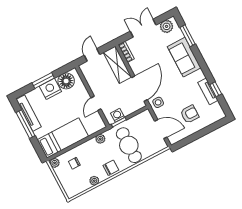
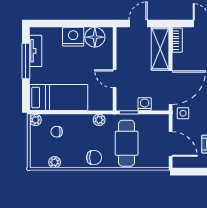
window: (43, 80) -> (70, 24), removed
door: (96, 103) -> (115, 79), hinge flipped
tv unit: (29, 113) -> (36, 51), width x0.71
washing machine: (117, 115) -> (145, 104), moved
plant: (94, 181) -> (55, 162), moved

